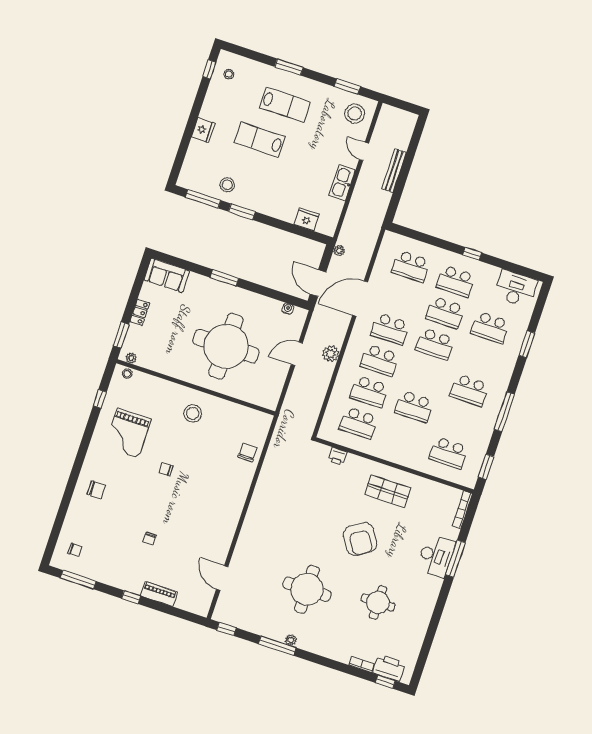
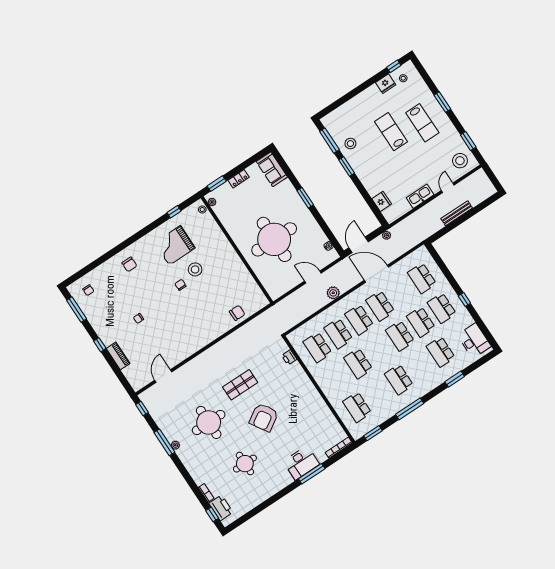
fridge: (203, 130) -> (386, 84), moved
stool: (193, 413) -> (195, 269), moved
shop shelf: (388, 491) -> (240, 385), moved, turned 90

